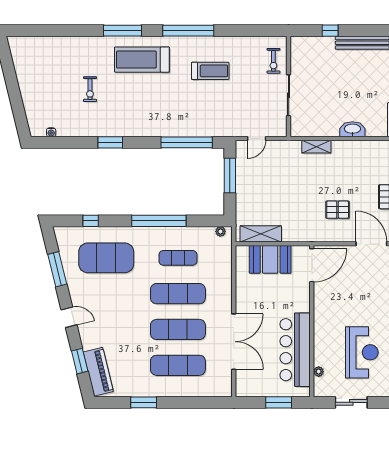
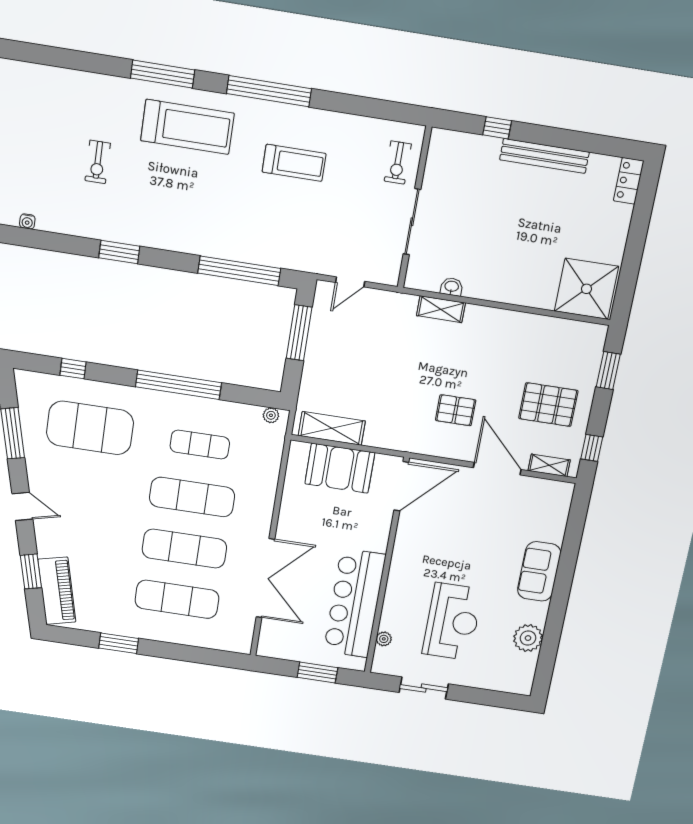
treadmill: (142, 60) -> (187, 127), turned 180
washbasin: (352, 129) -> (452, 287), moved, width x0.52, depth x0.69

